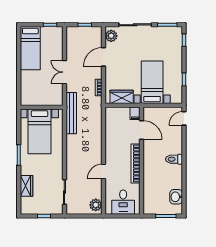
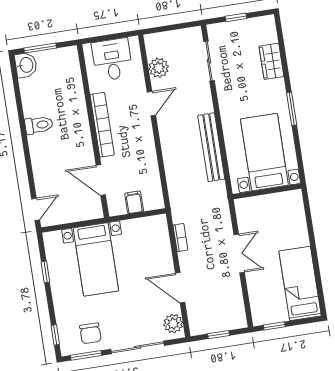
chair: (162, 38) -> (90, 333), added
door: (104, 57) -> (180, 288), swing flipped
wardrobe: (122, 97) -> (141, 228), removed
bench: (71, 113) -> (211, 147), moved
filing cabinet: (135, 113) -> (134, 202), moved
toilet: (174, 159) -> (39, 125), moved
washbasin: (176, 197) -> (26, 65), moved
plant: (96, 205) -> (159, 68), moved

